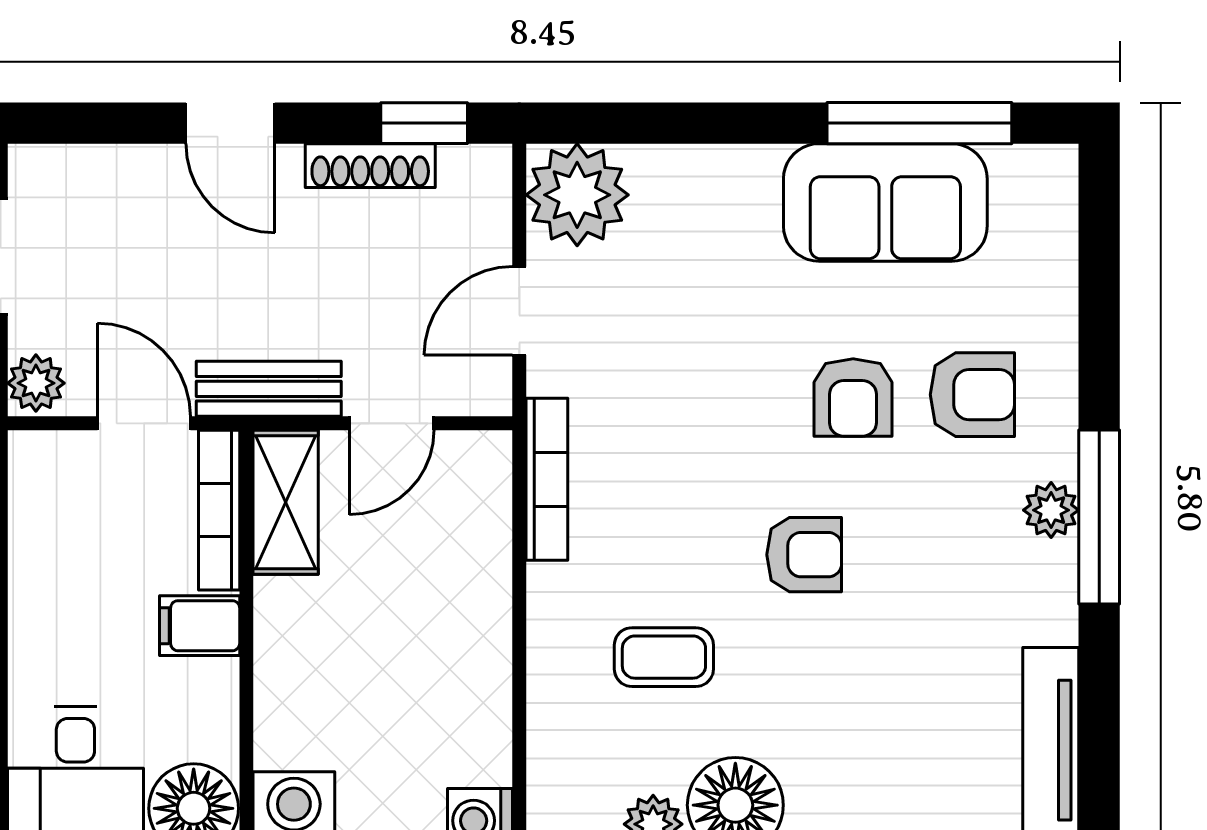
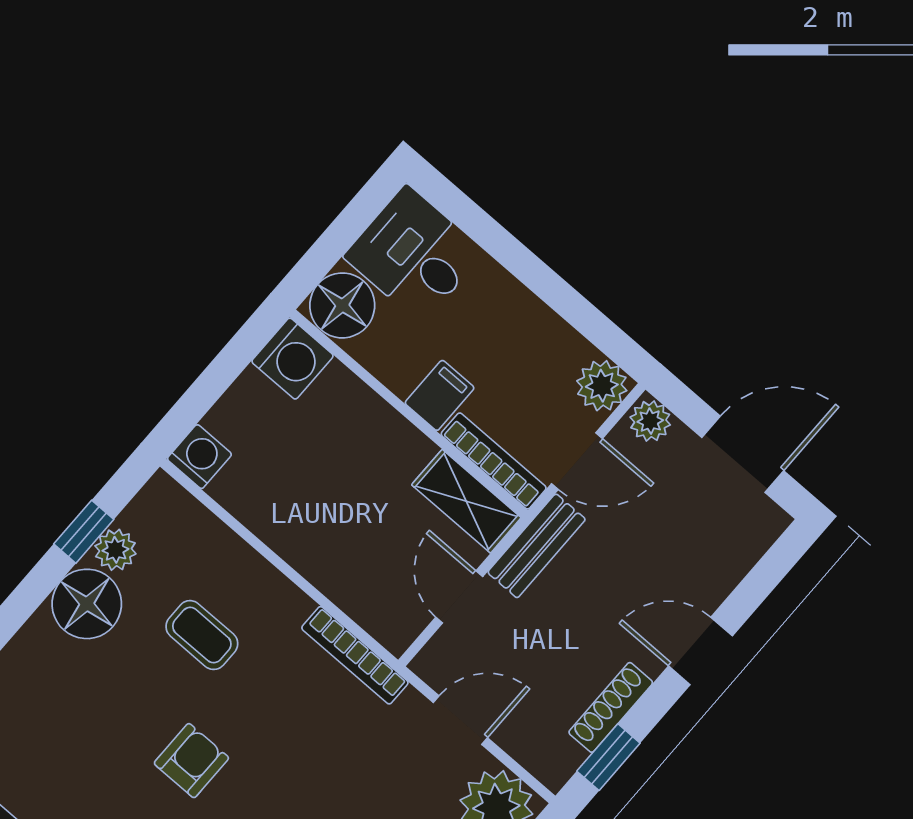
door: (519, 311) -> (460, 720), hinge flipped
plant: (43, 465) -> (602, 386), added
armchair: (804, 555) -> (191, 761), turned 180
coffee table: (664, 657) -> (202, 635), turned 90

